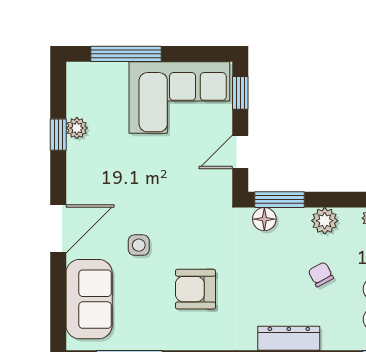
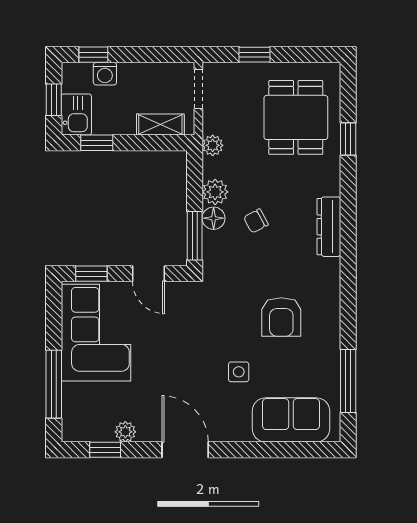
window: (58, 135) -> (105, 450), moved
floor lamp: (264, 219) -> (214, 218), moved
door: (58, 229) -> (185, 450), moved
chair: (321, 274) -> (256, 221), moved

